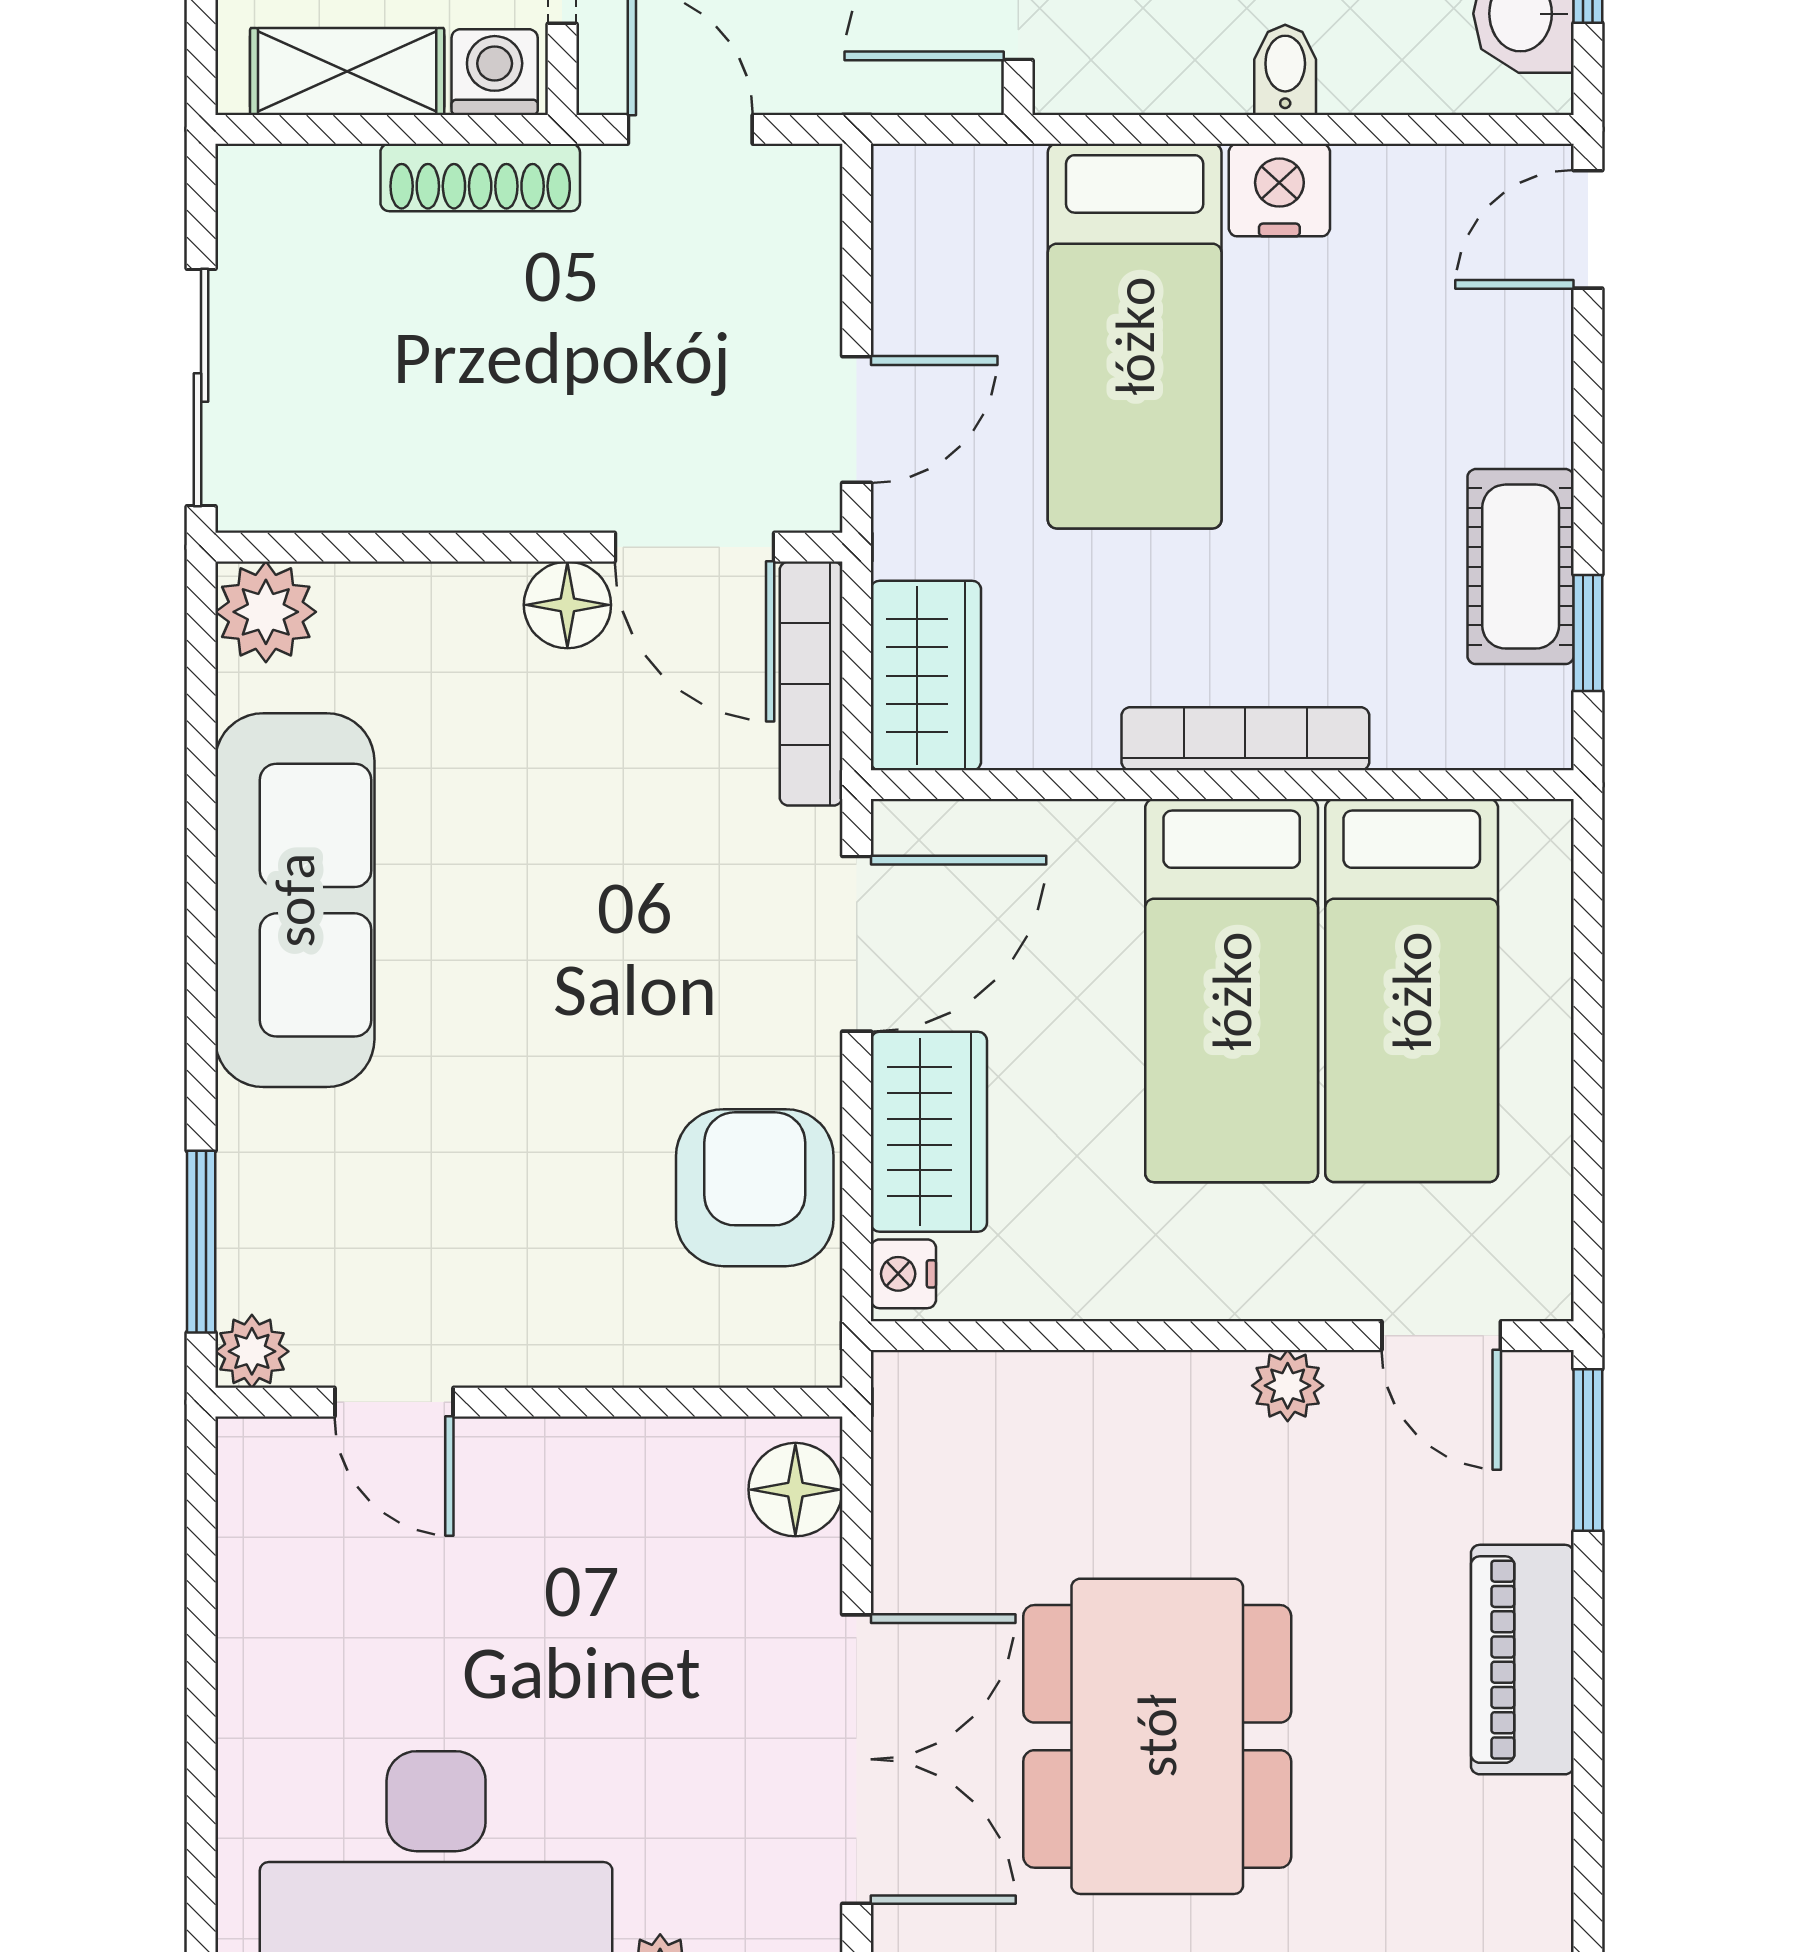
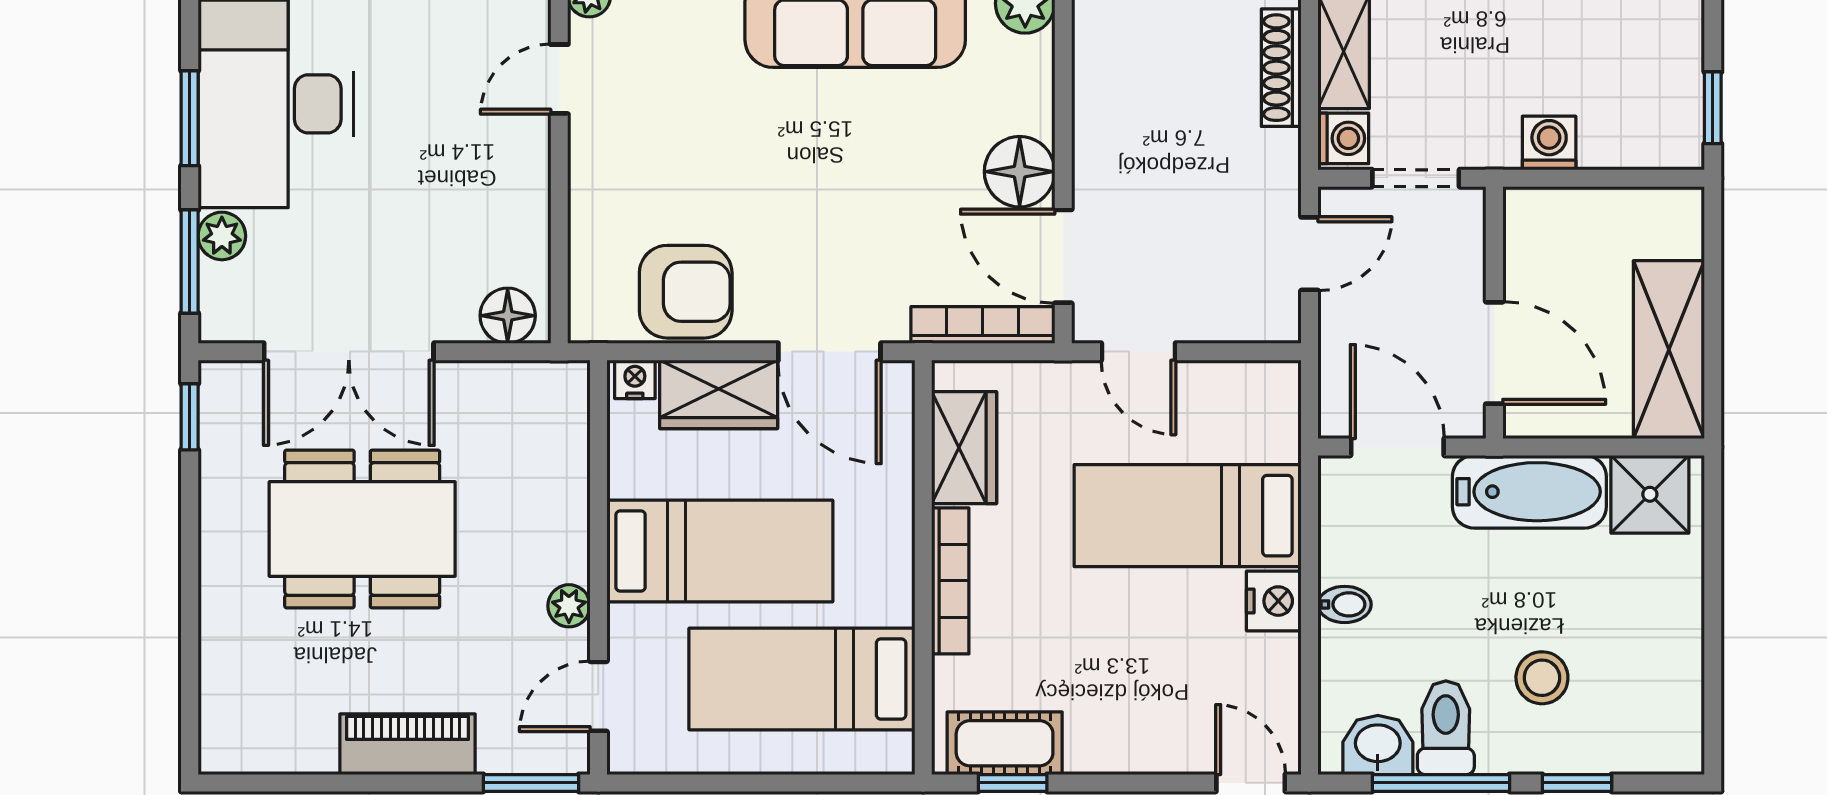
shoe rack: (480, 177) -> (1281, 68), moved
door: (695, 547) -> (1063, 256), hinge flipped
cot: (1521, 567) -> (1005, 743), moved
floor lamp: (567, 605) -> (1020, 172), width x1.38, depth x1.38
wardrobe: (926, 676) -> (964, 448), moved, turned -90
bed: (1232, 991) -> (720, 551), moved, turned 180

